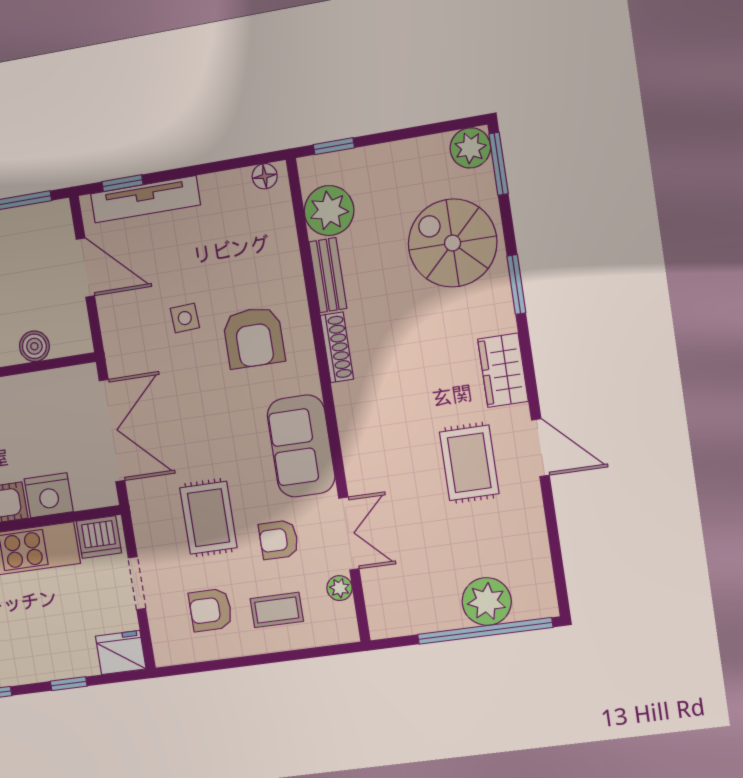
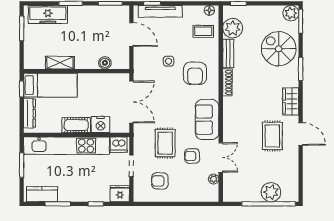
coffee table: (277, 610) -> (203, 31), moved

